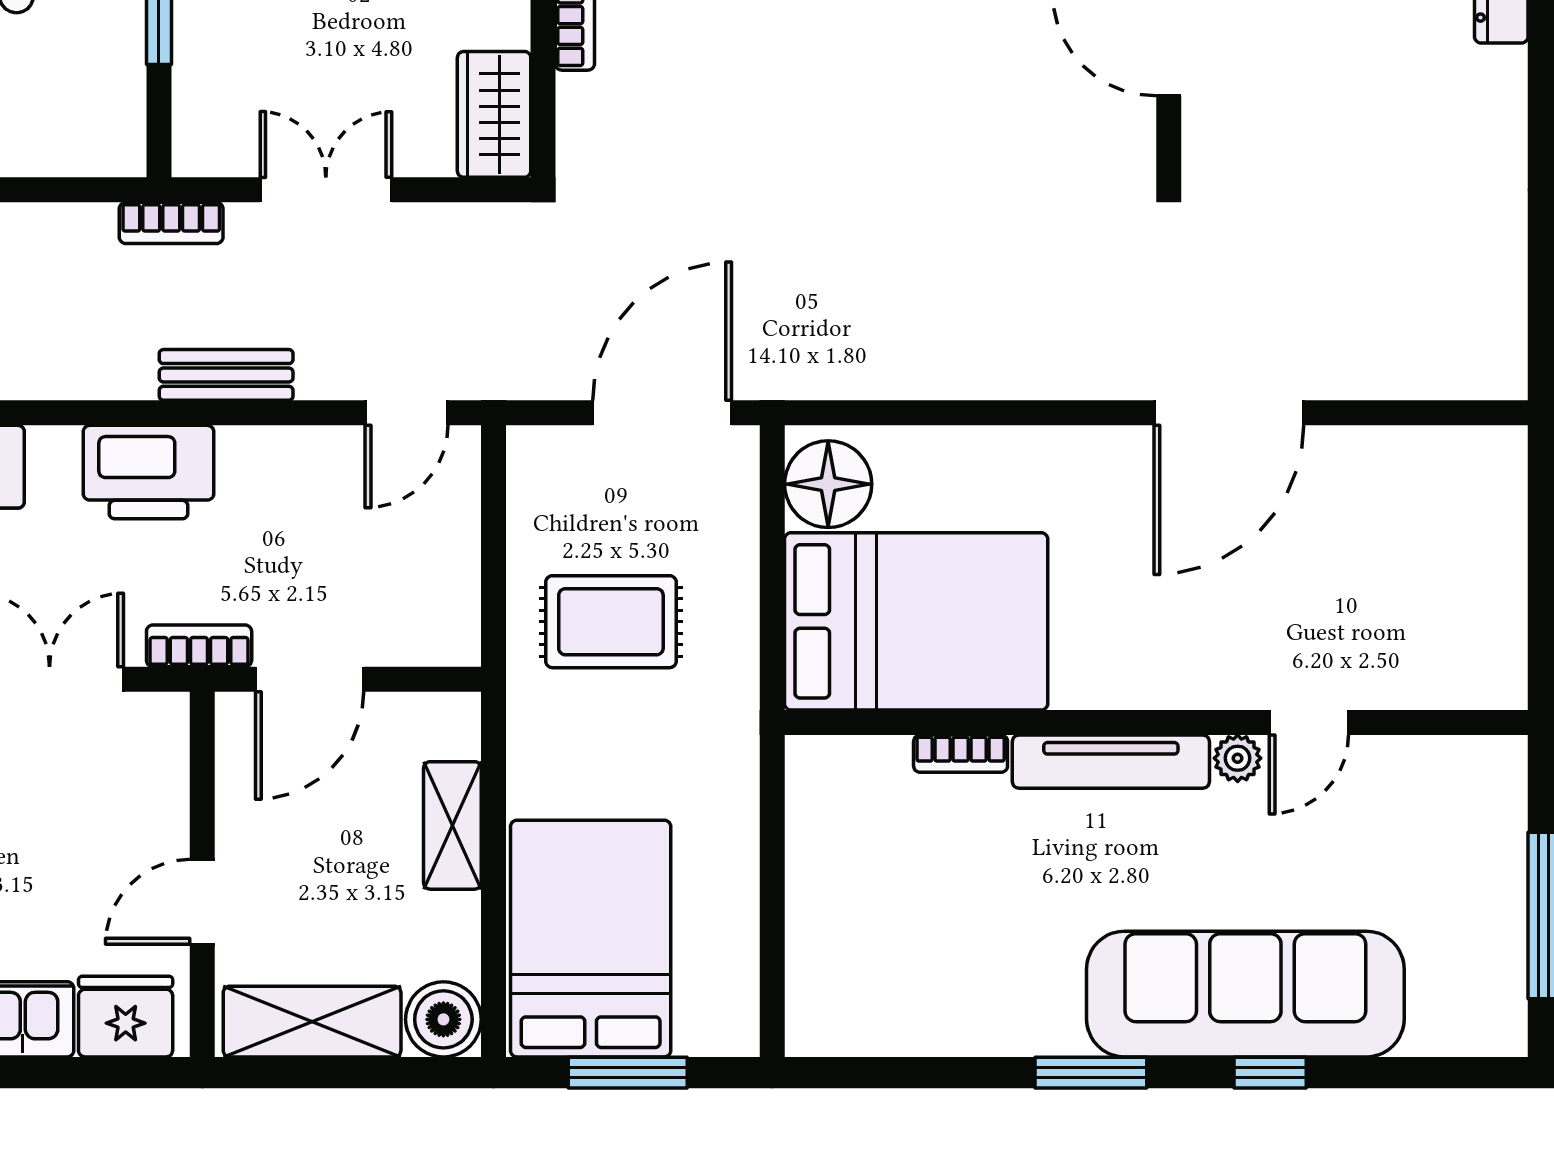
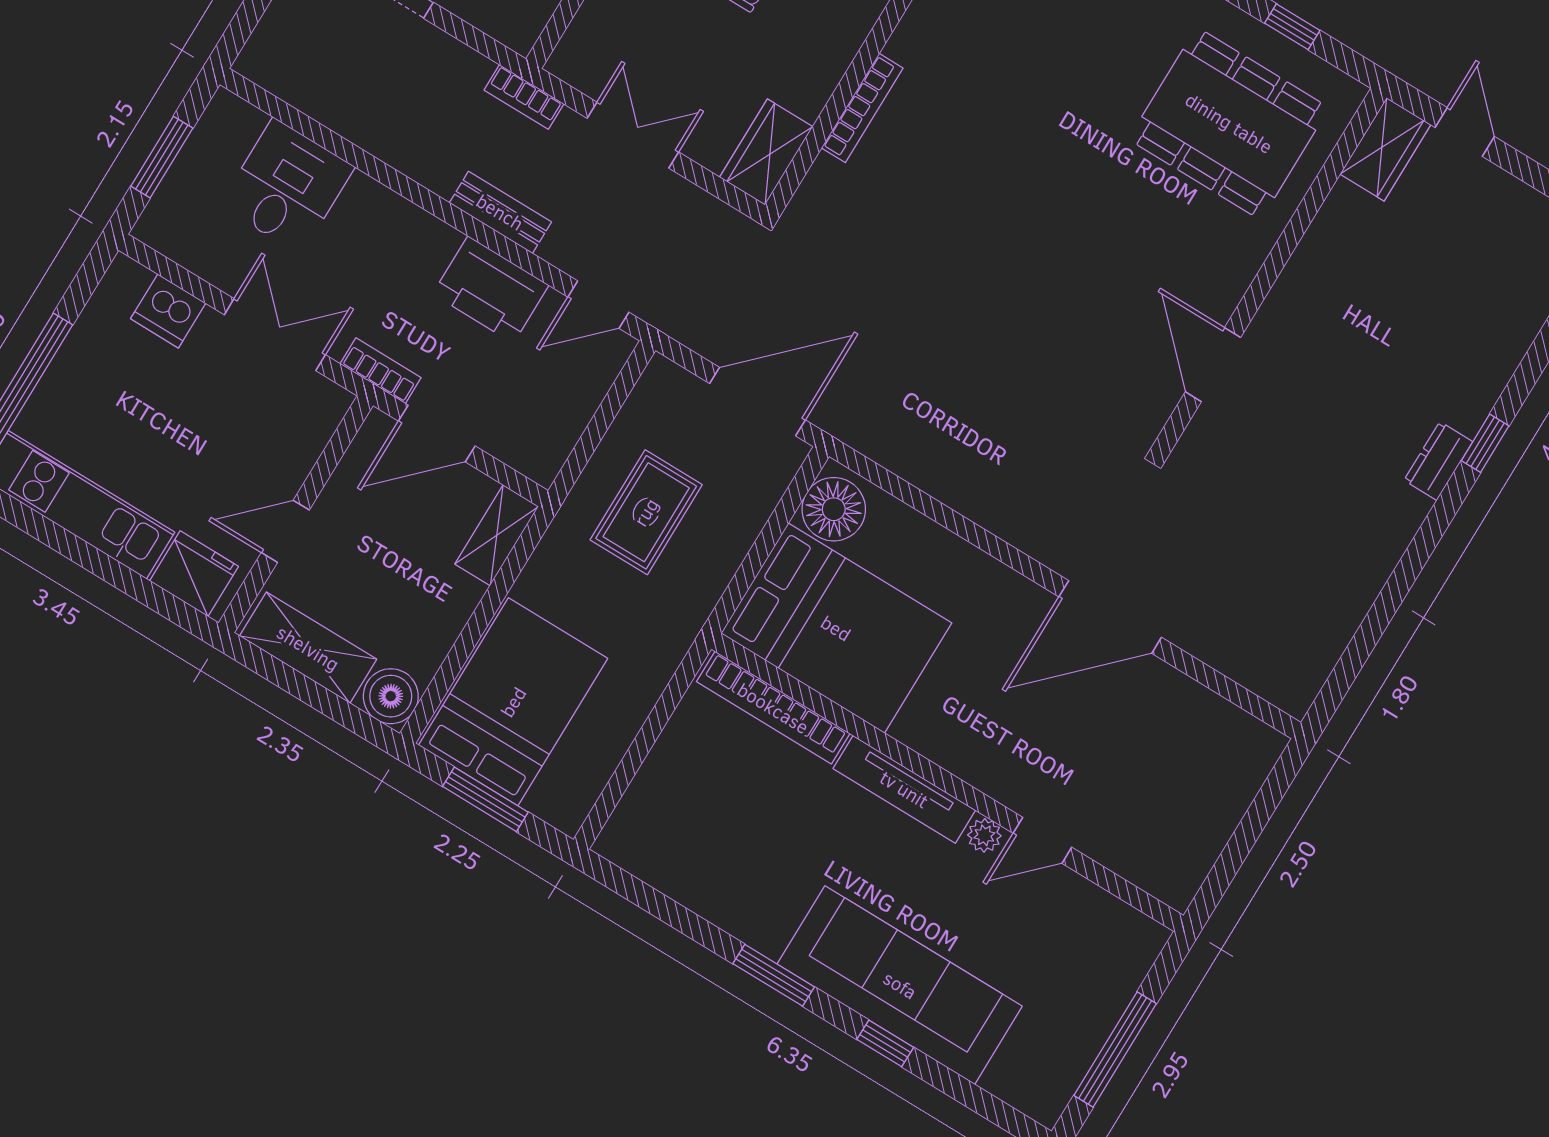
printer: (149, 472) -> (491, 289), moved
rug: (611, 622) -> (646, 512), turned 90
bookcase: (961, 754) -> (773, 708), width x2.31, depth x1.31
shelving: (452, 825) -> (497, 535), moved

